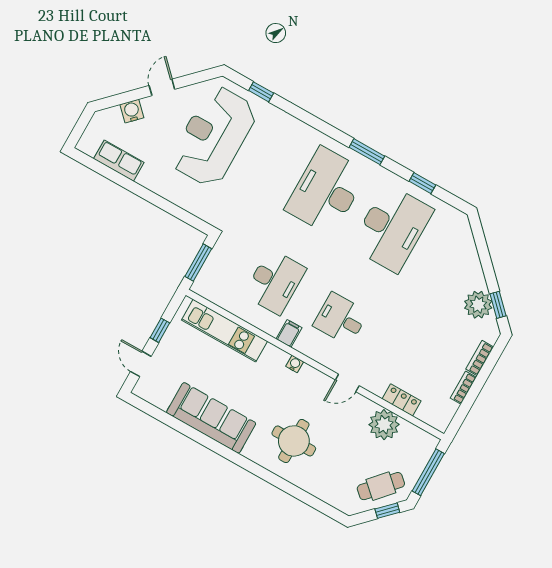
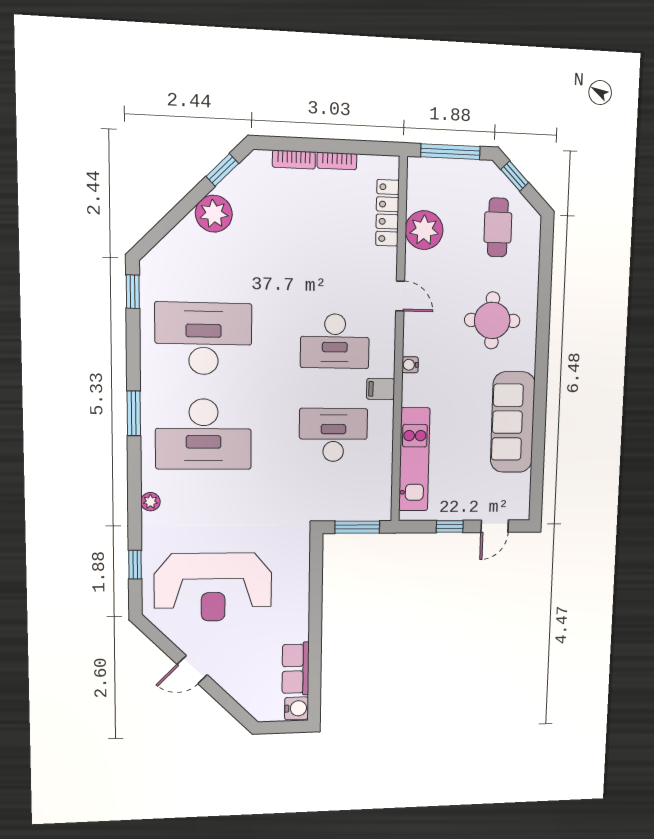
water cooler: (132, 111) -> (297, 708), moved, turned -135
plant: (299, 128) -> (150, 502), added
window: (422, 183) -> (133, 292), moved
plant: (478, 305) -> (214, 214), moved
desk: (341, 319) -> (335, 341), width x1.37
locker: (402, 400) -> (387, 213), width x1.53
cafe table: (381, 486) -> (498, 227), moved, turned 48

